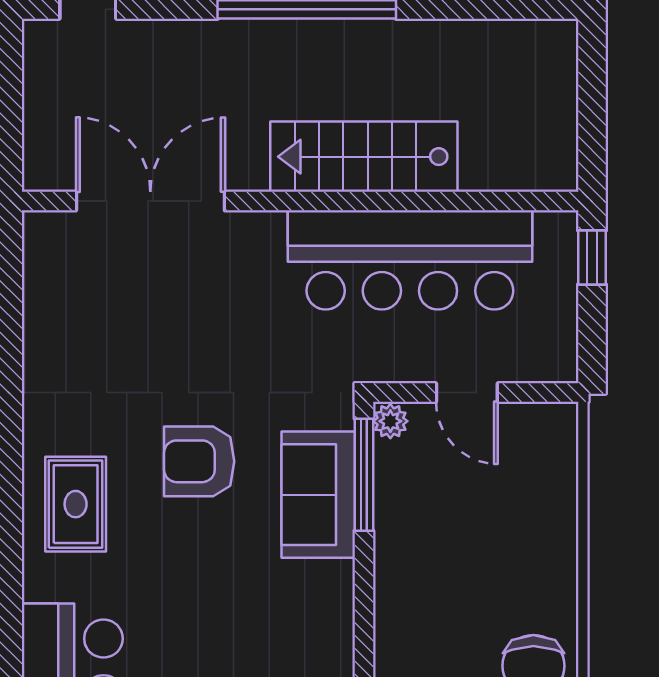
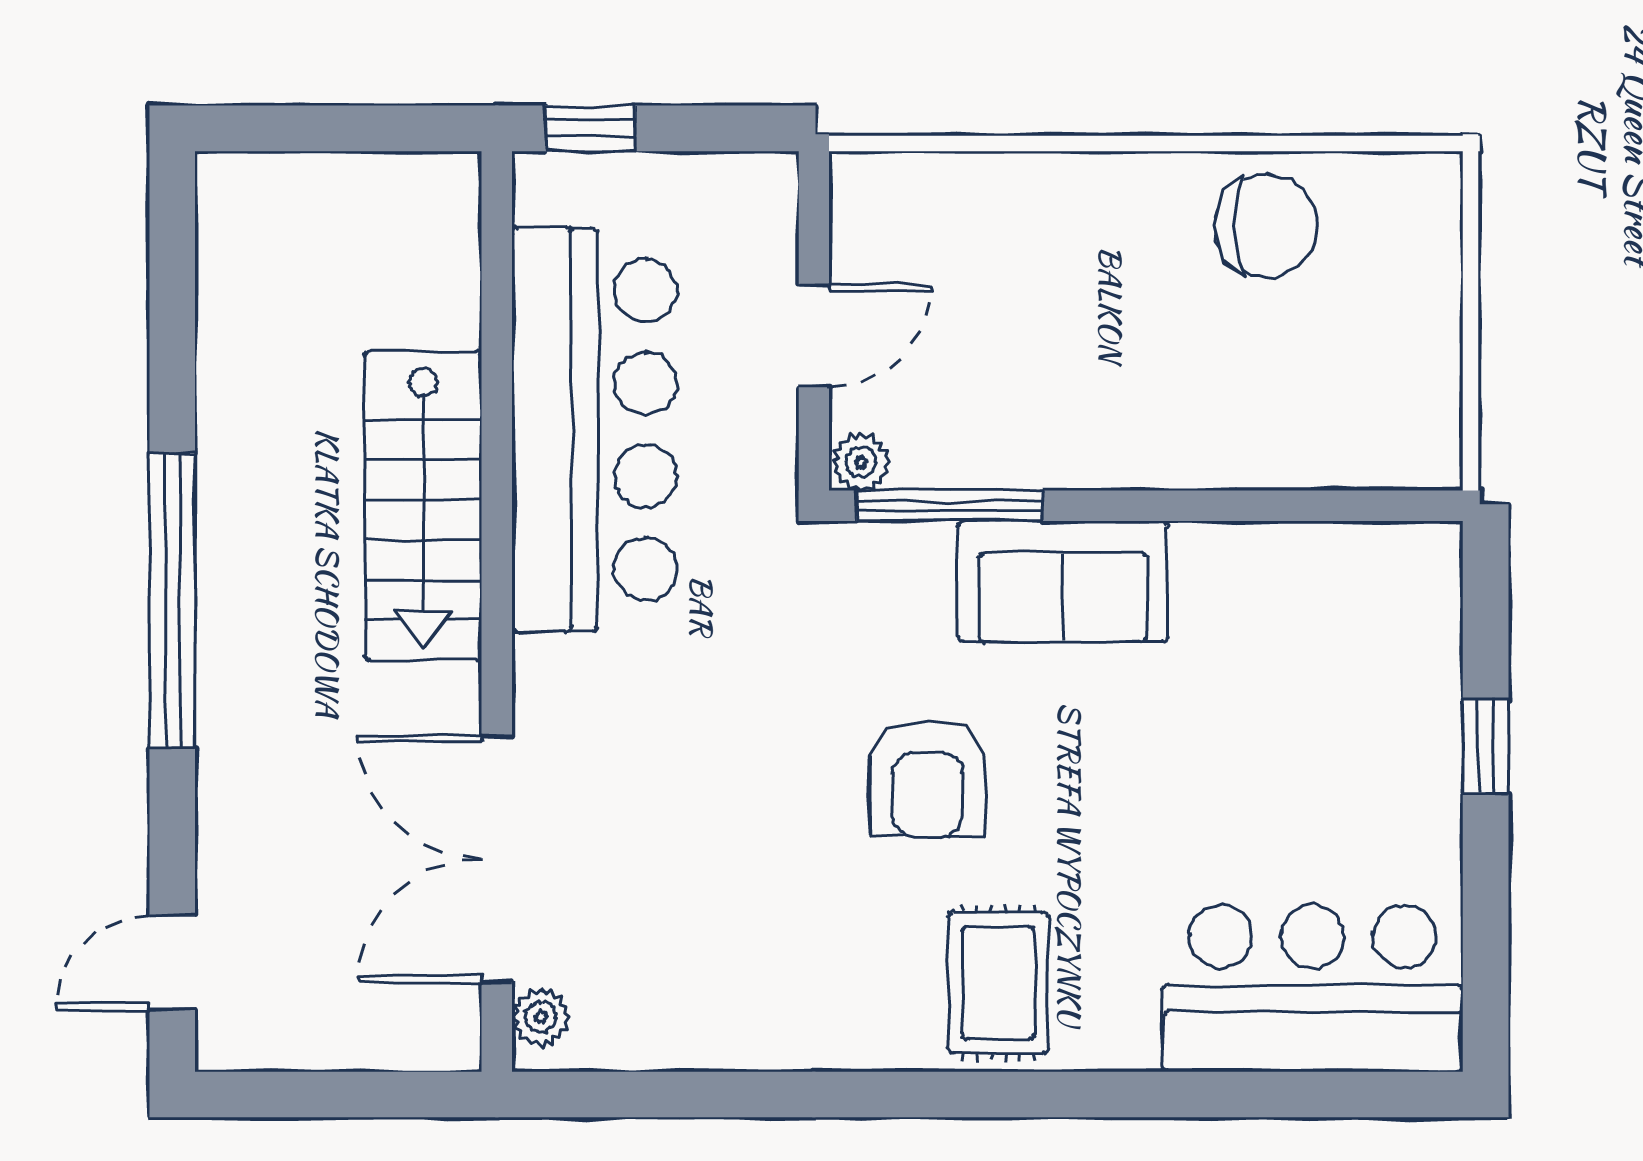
plant: (55, 228) -> (541, 1017), added
sofa: (318, 495) -> (1063, 581), moved
rug: (76, 504) -> (998, 983), turned 90

